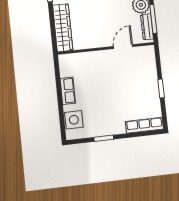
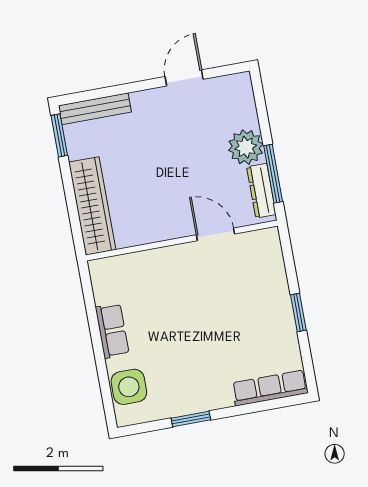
door: (123, 47) -> (216, 234), hinge flipped

